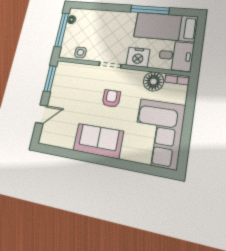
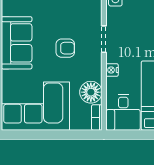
nightstand: (138, 57) -> (112, 70), width x0.53, depth x0.56

